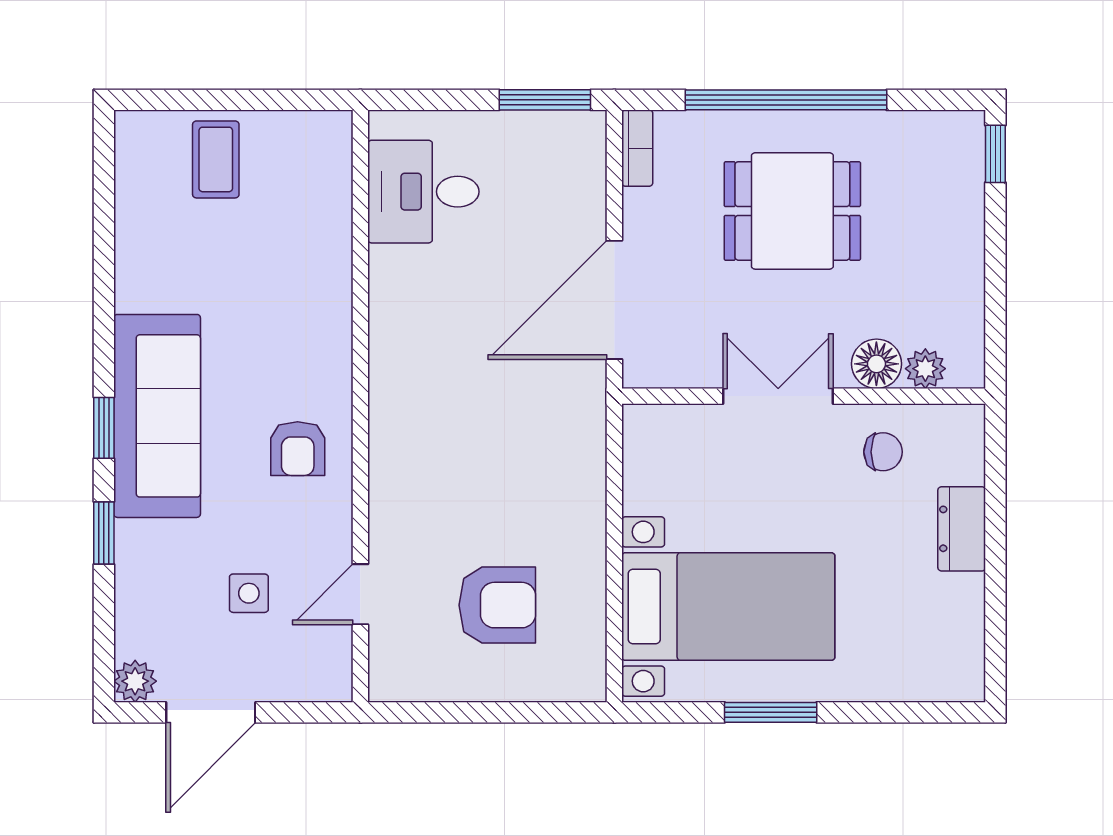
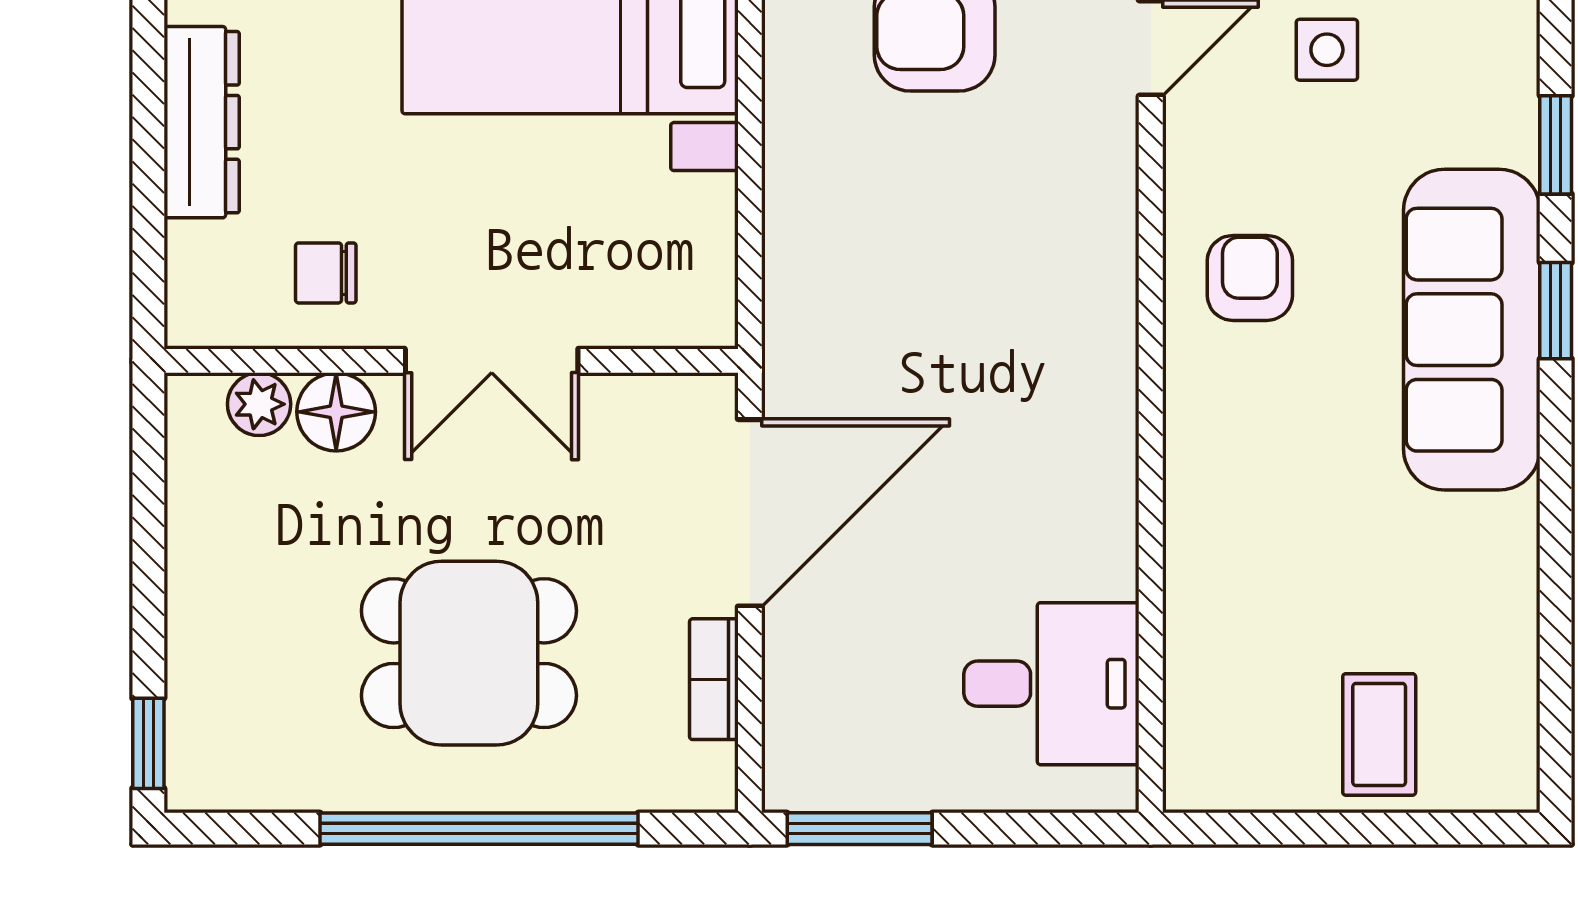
bookcase: (637, 148) -> (714, 679), moved
dresser: (962, 529) -> (202, 122), width x1.44

